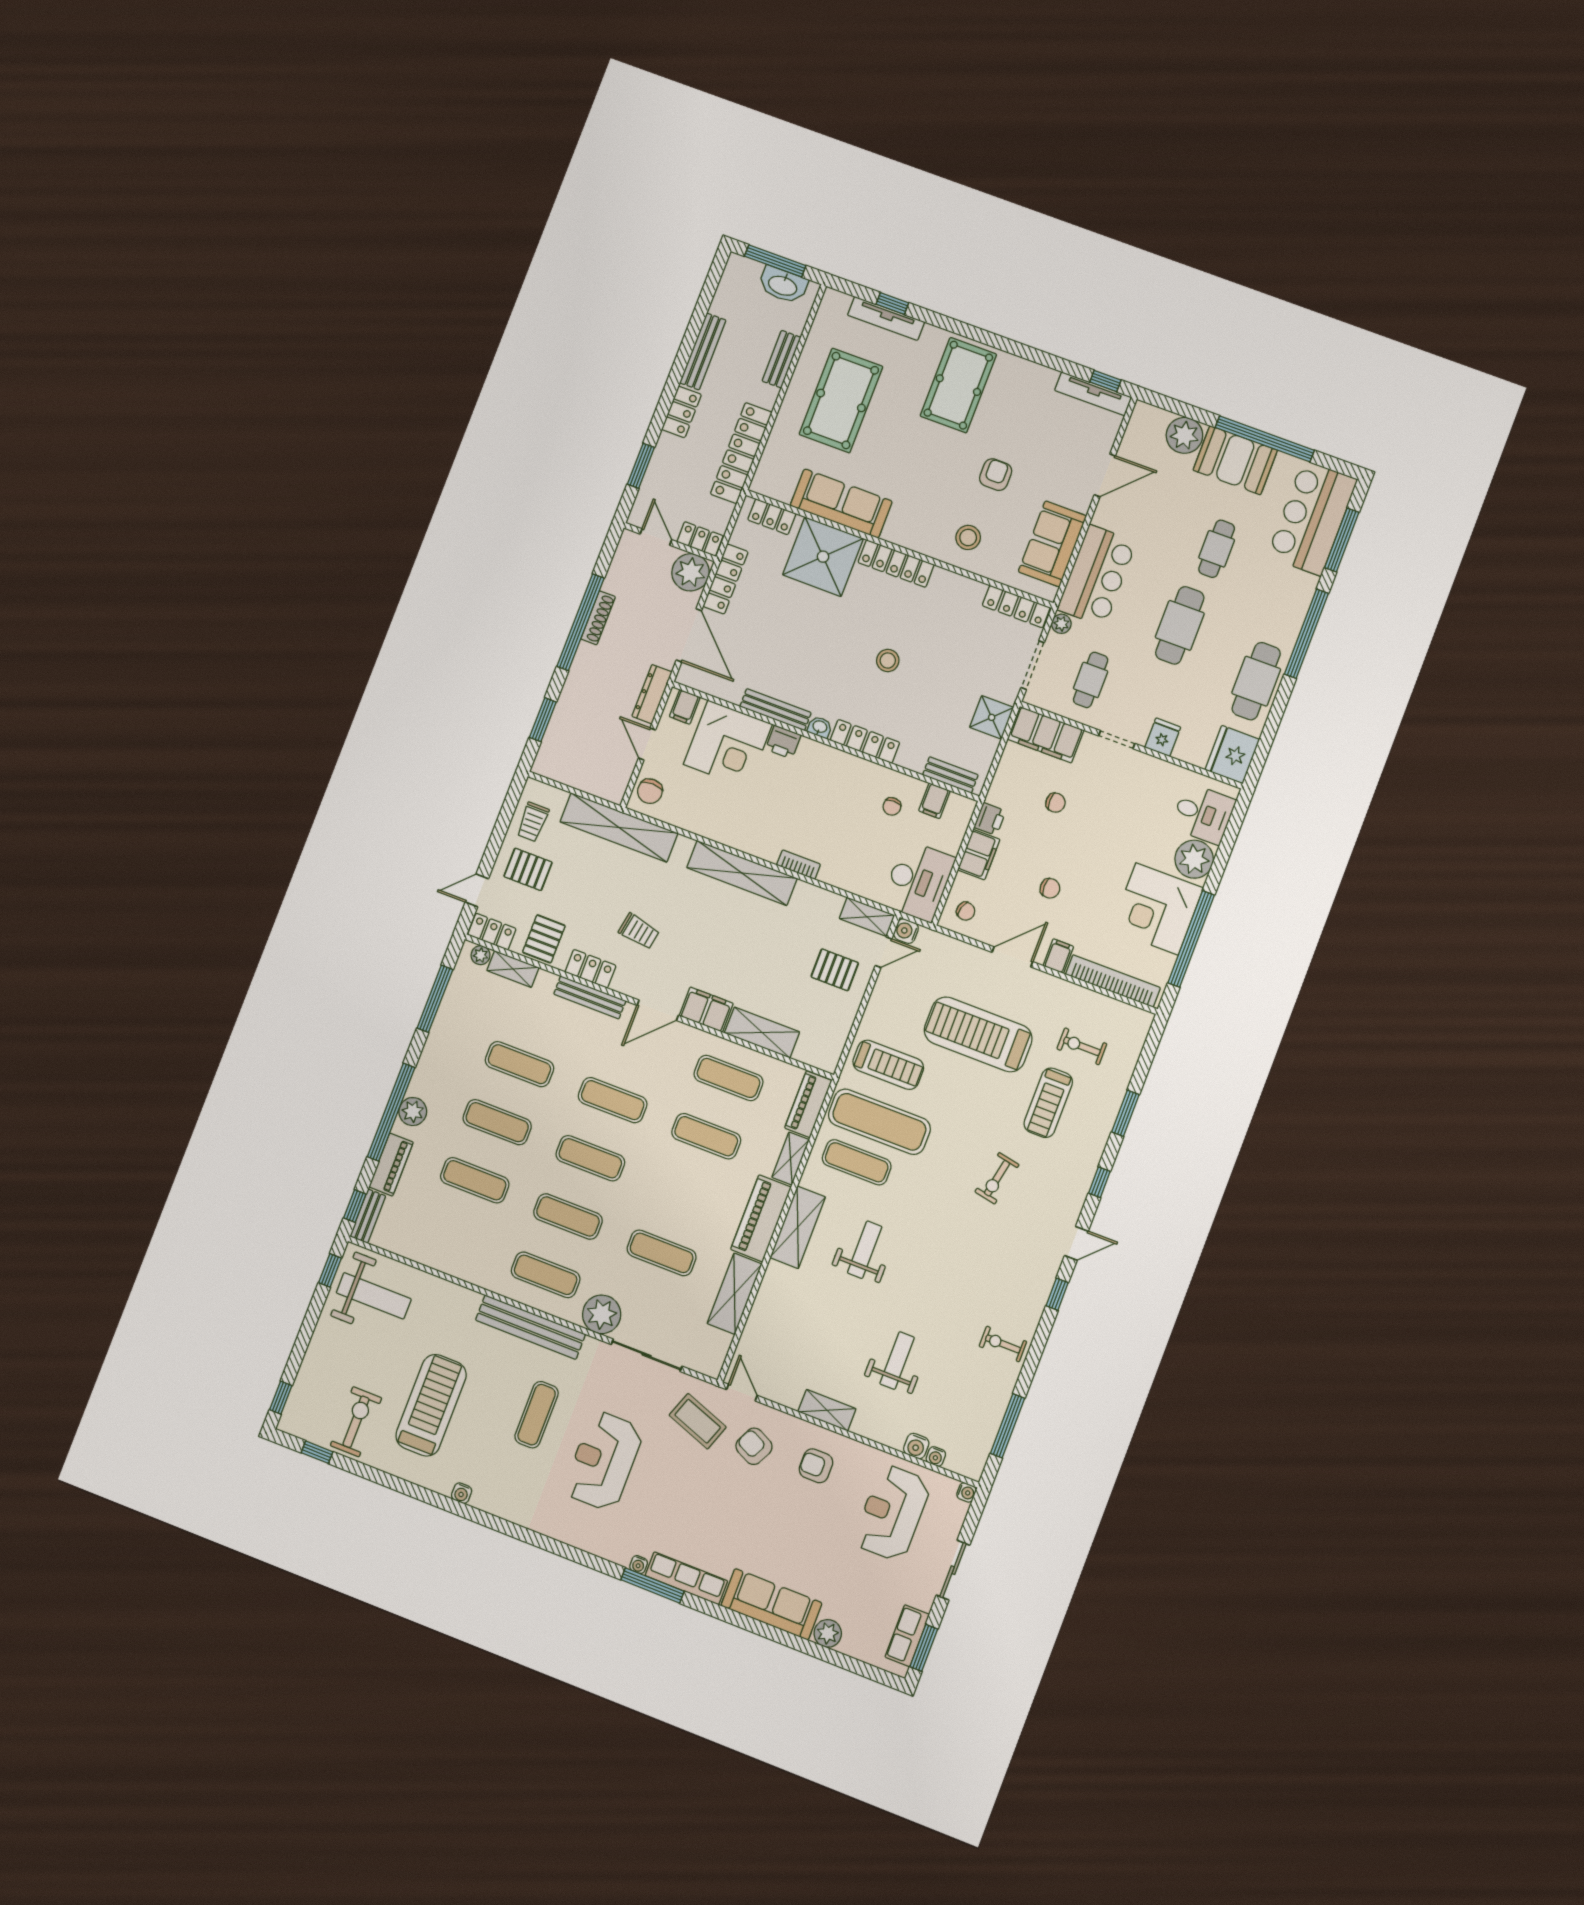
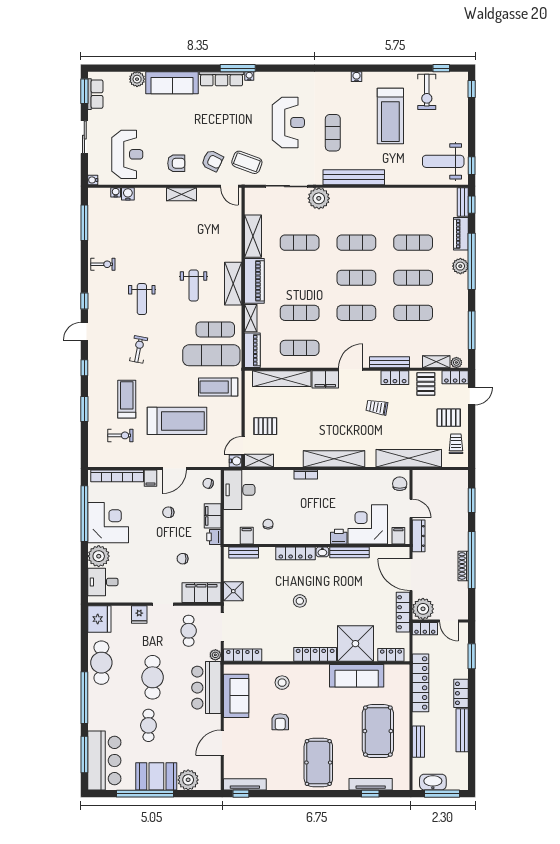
shelving: (762, 1032) -> (282, 379), width x1.47
exercise mat: (546, 1275) -> (356, 208), removed
weight bench: (897, 1361) -> (142, 299), moved

